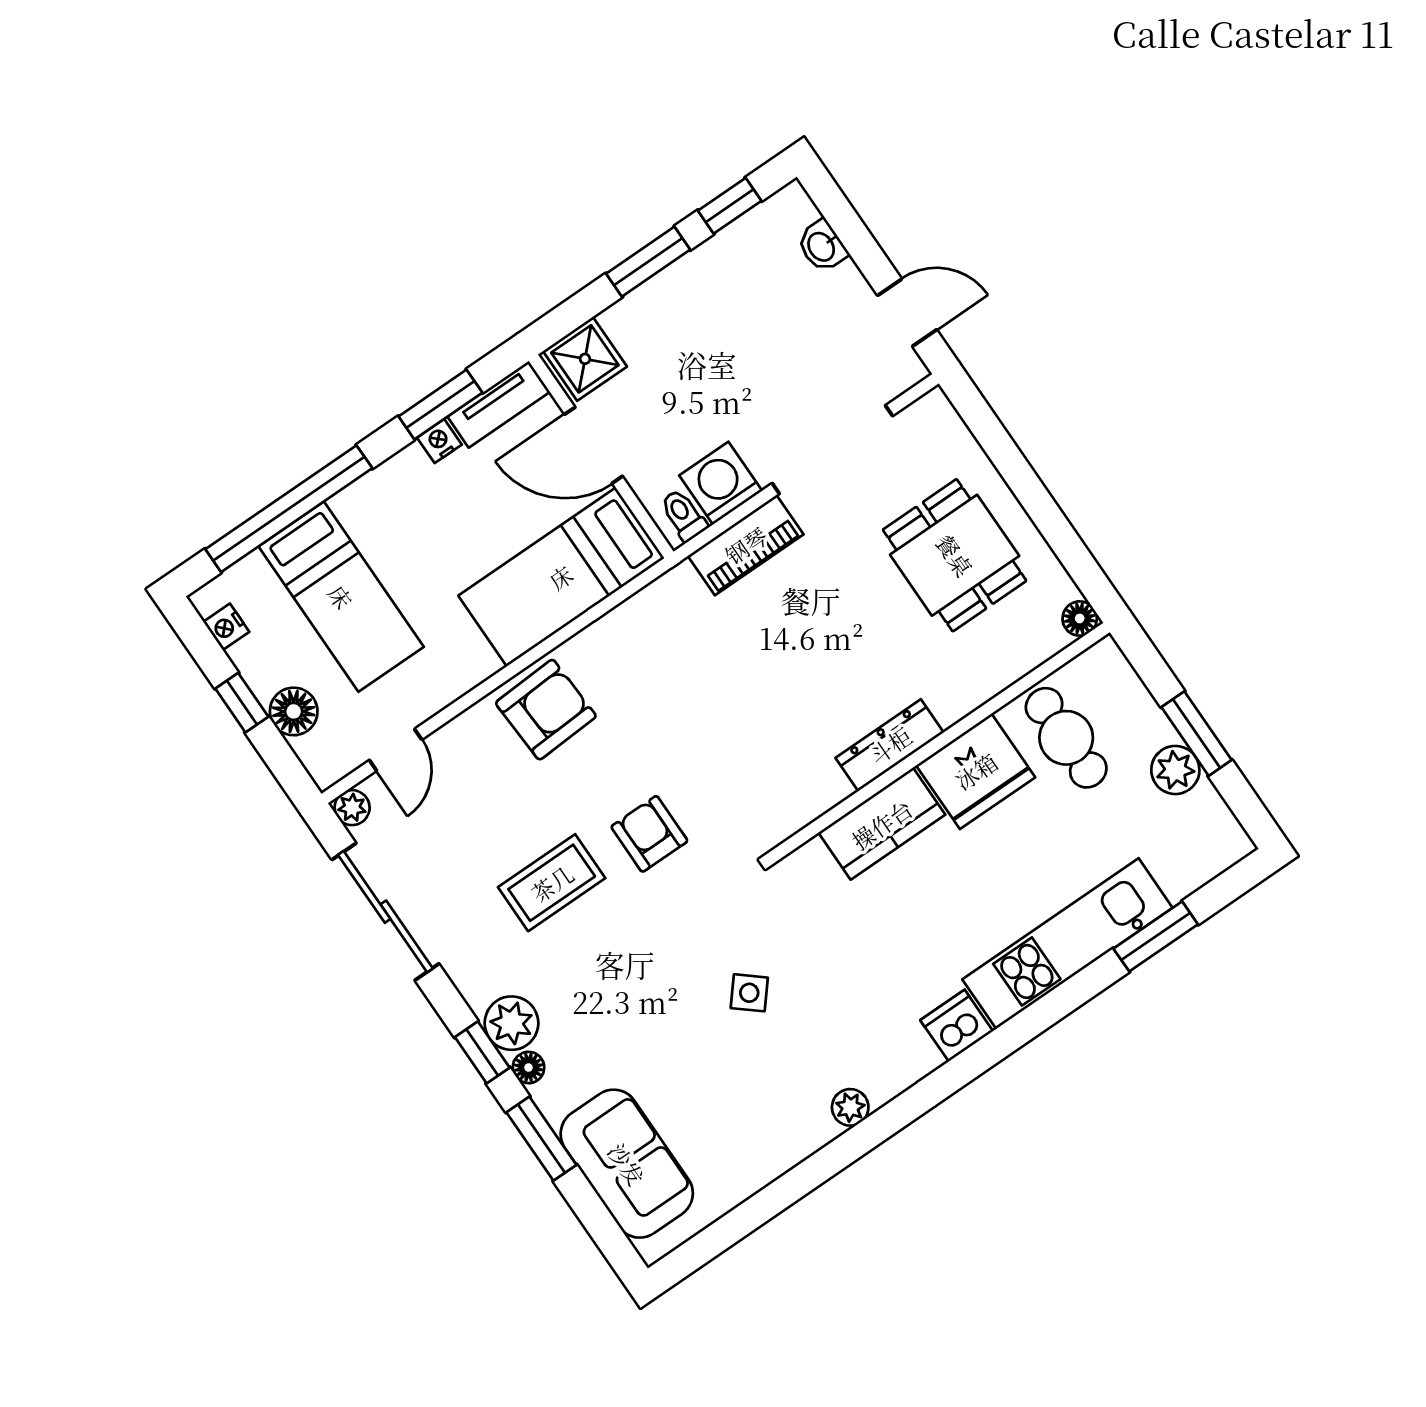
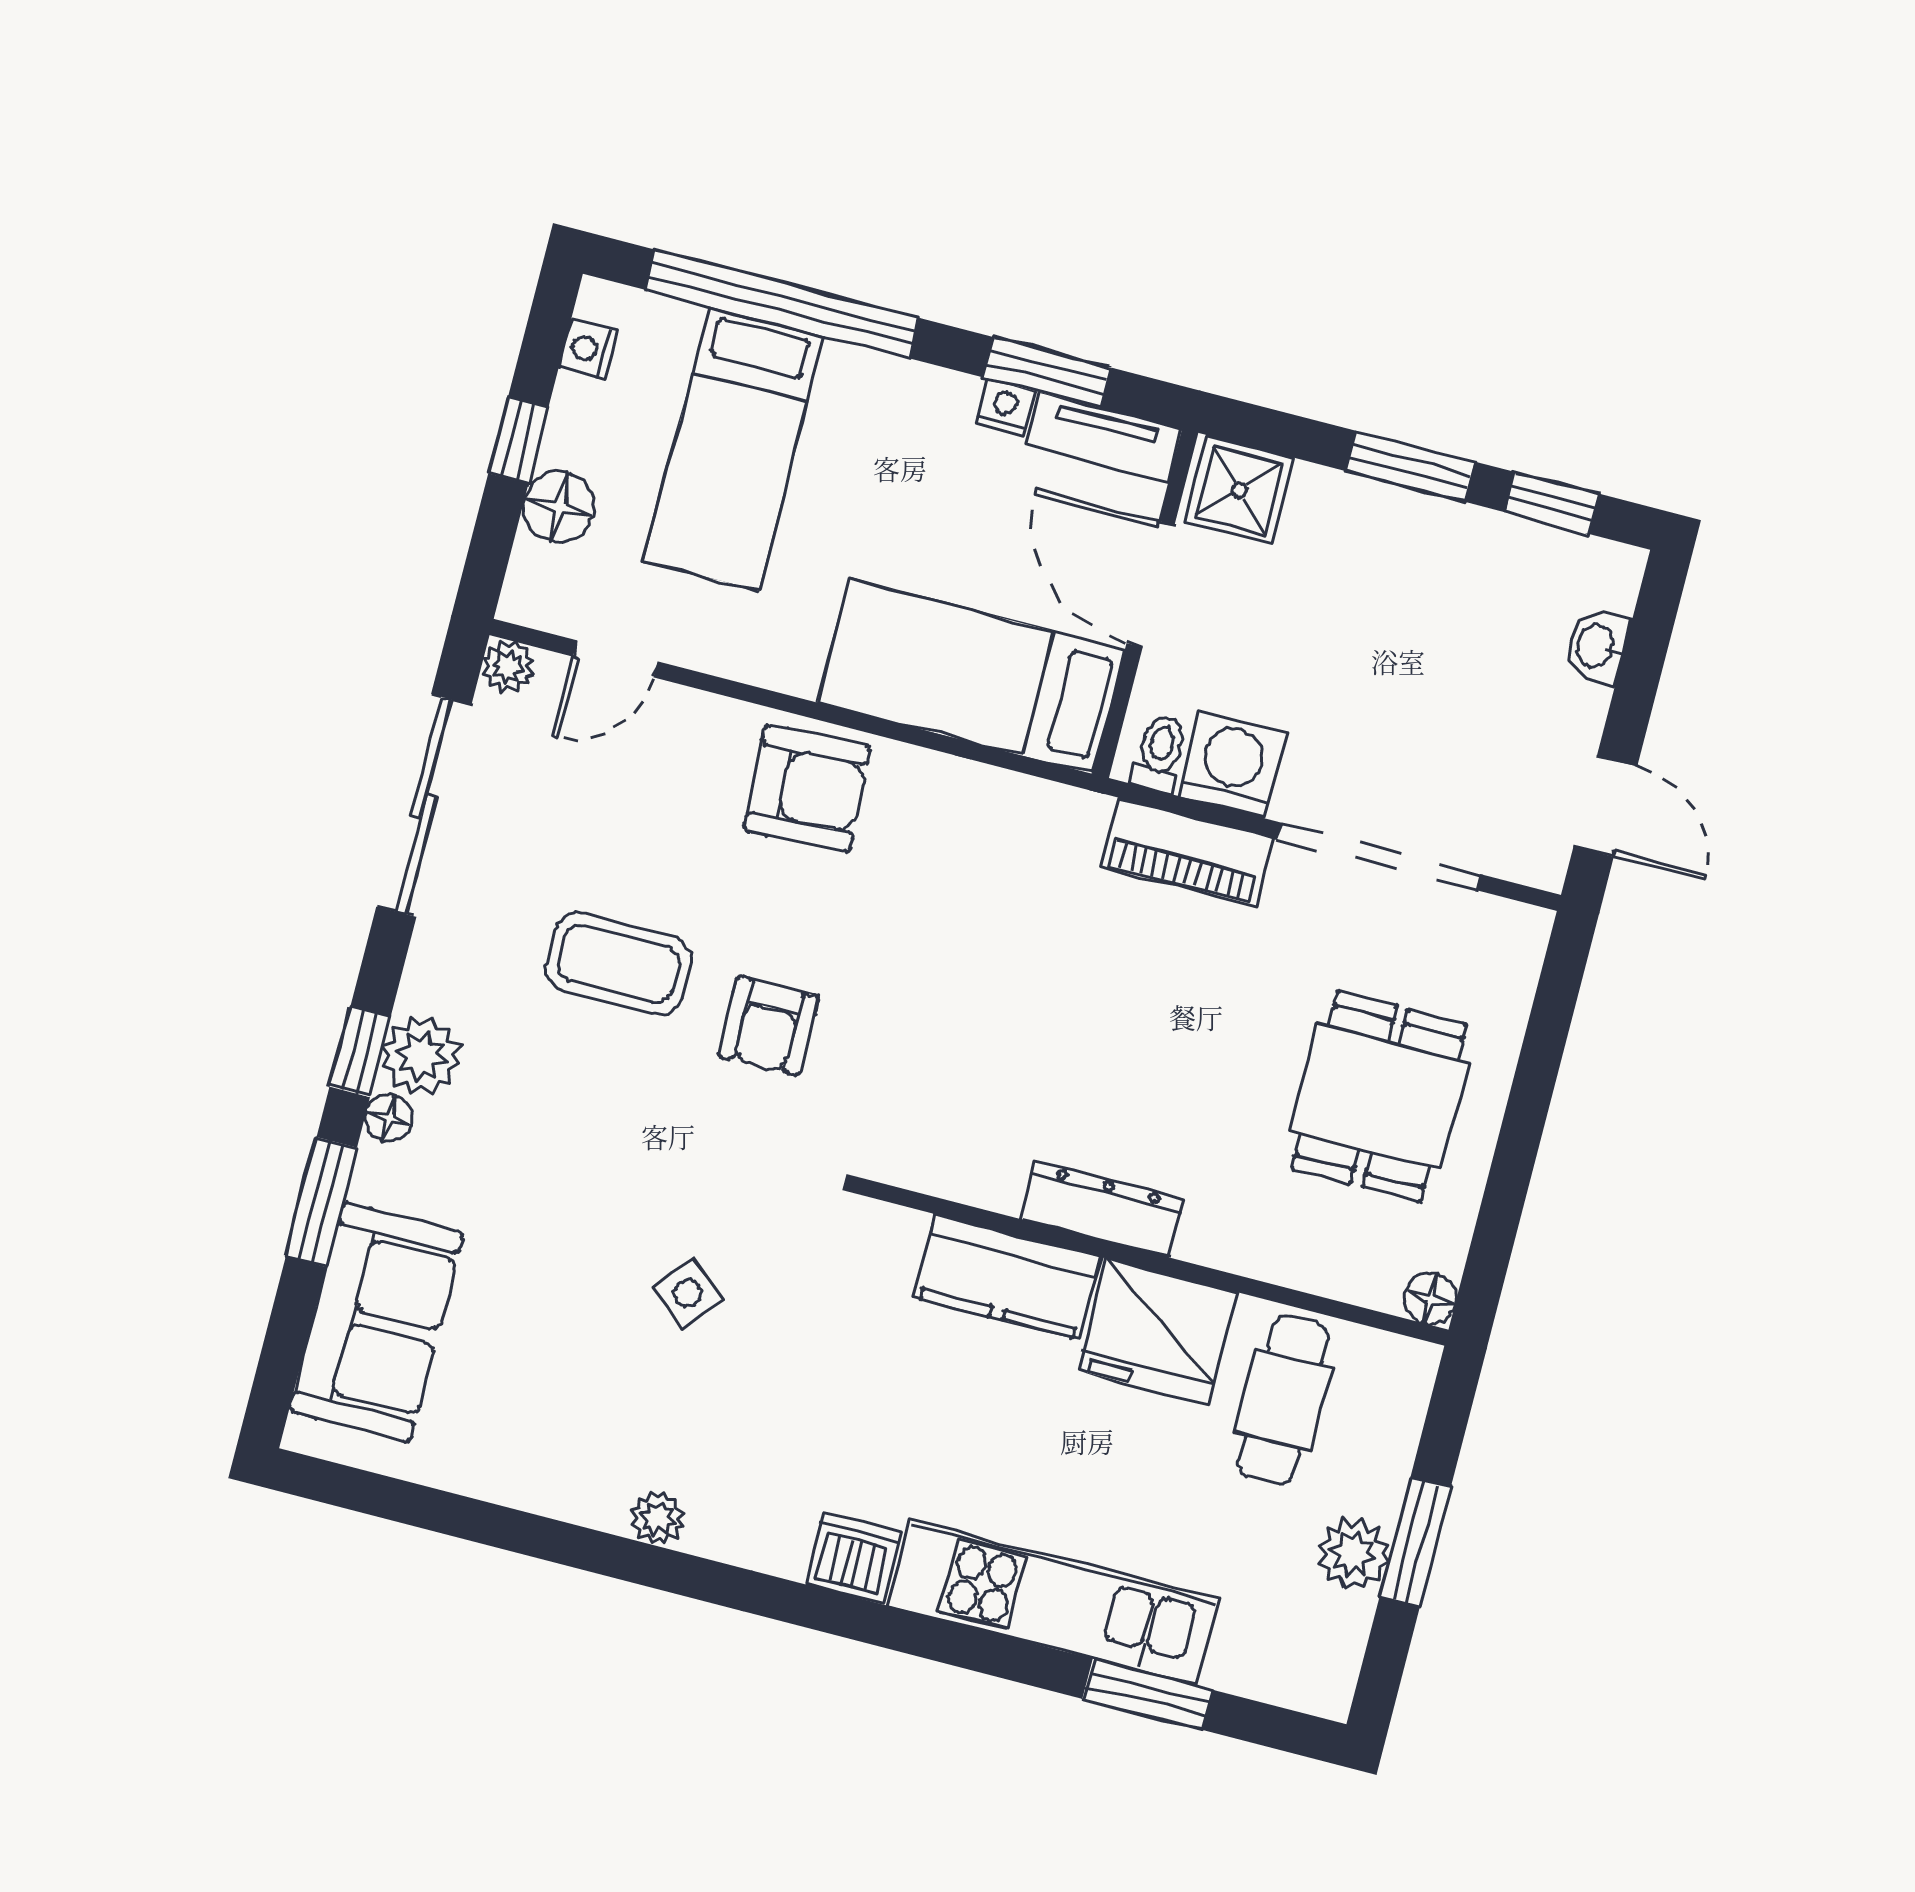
armchair: (649, 834) -> (769, 1026), turned 180

